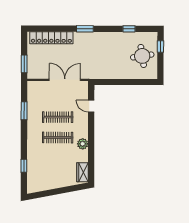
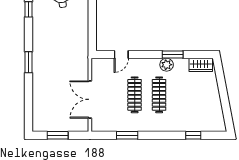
locker: (51, 38) -> (39, 102), removed
window: (24, 64) -> (58, 135), moved
double door: (65, 80) -> (90, 99), moved
window: (91, 149) -> (173, 55), added

